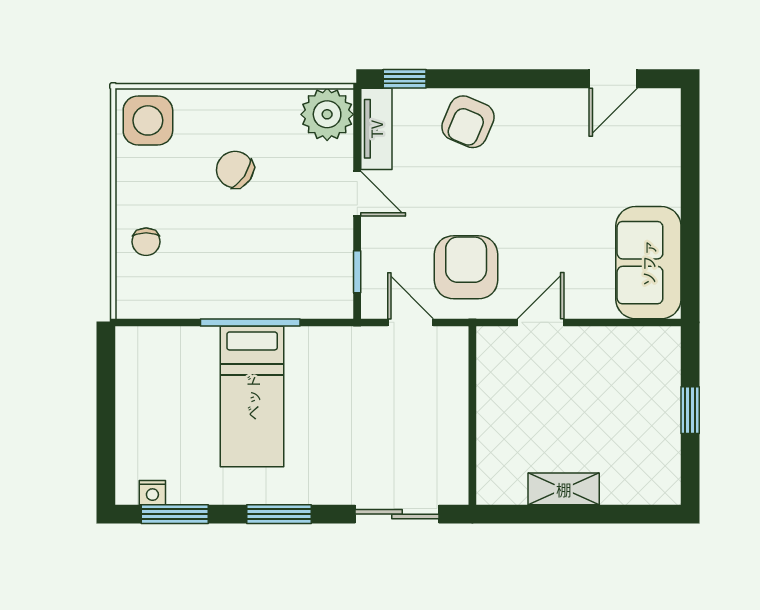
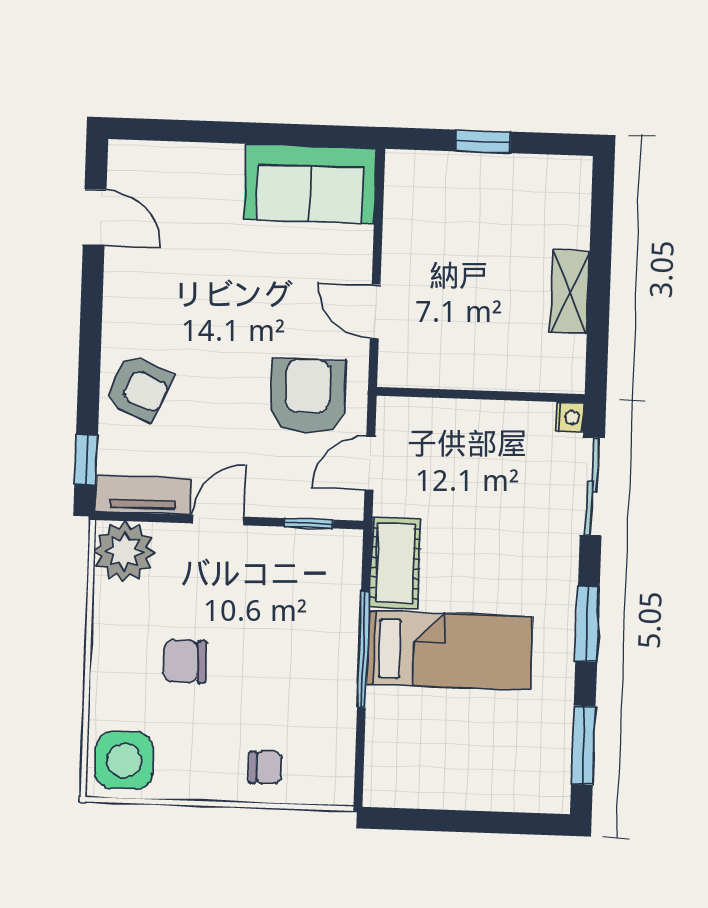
chair: (235, 170) -> (185, 661), turned 56
armchair: (466, 267) -> (308, 396), turned 90
cot: (325, 347) -> (395, 563), added
nightstand: (152, 493) -> (570, 417), moved

